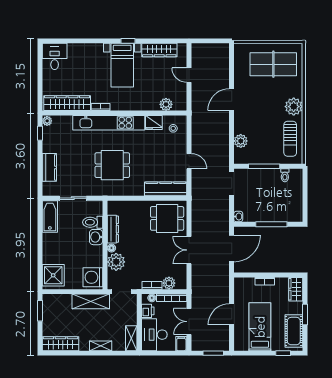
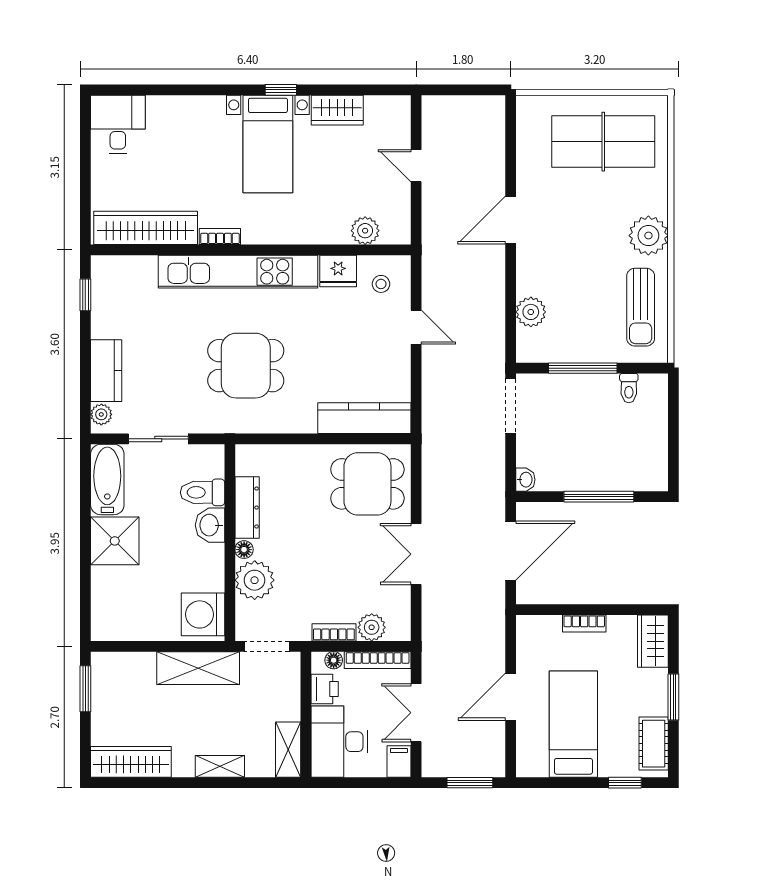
wardrobe: (159, 50) -> (337, 110), width x0.67
plant: (47, 121) -> (101, 414), moved
door: (189, 161) -> (416, 327), moved
shower: (53, 275) -> (115, 541), moved
cot: (294, 331) -> (654, 744), width x0.73, depth x0.75

